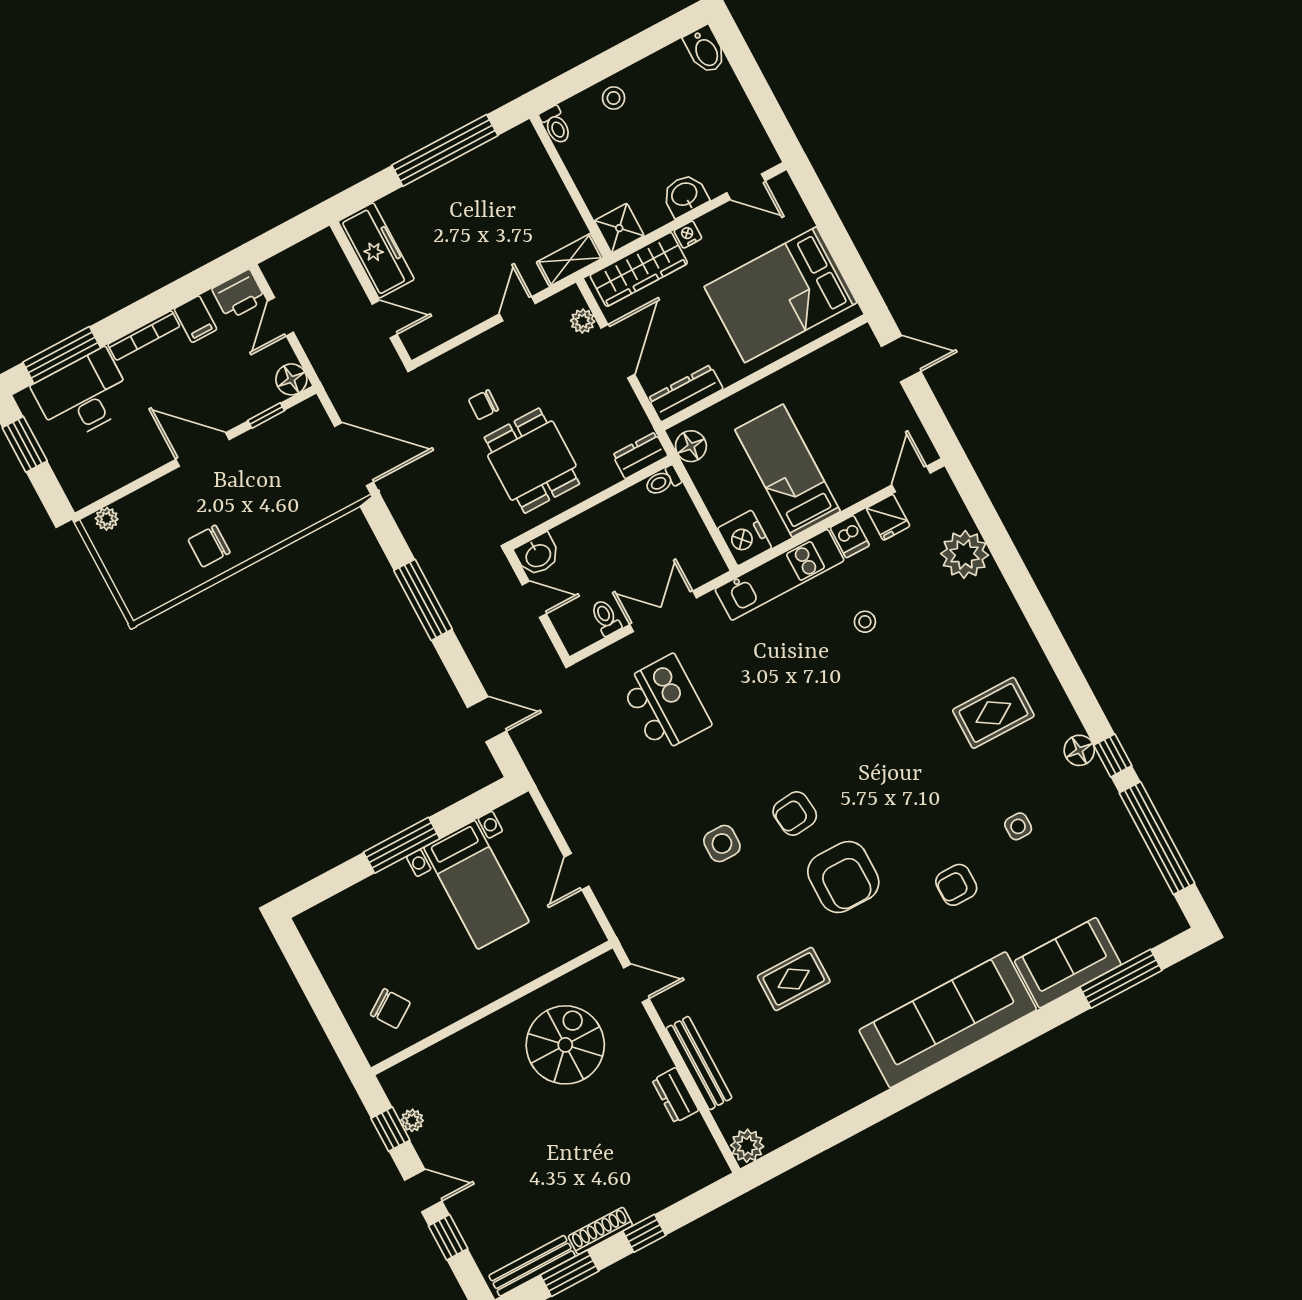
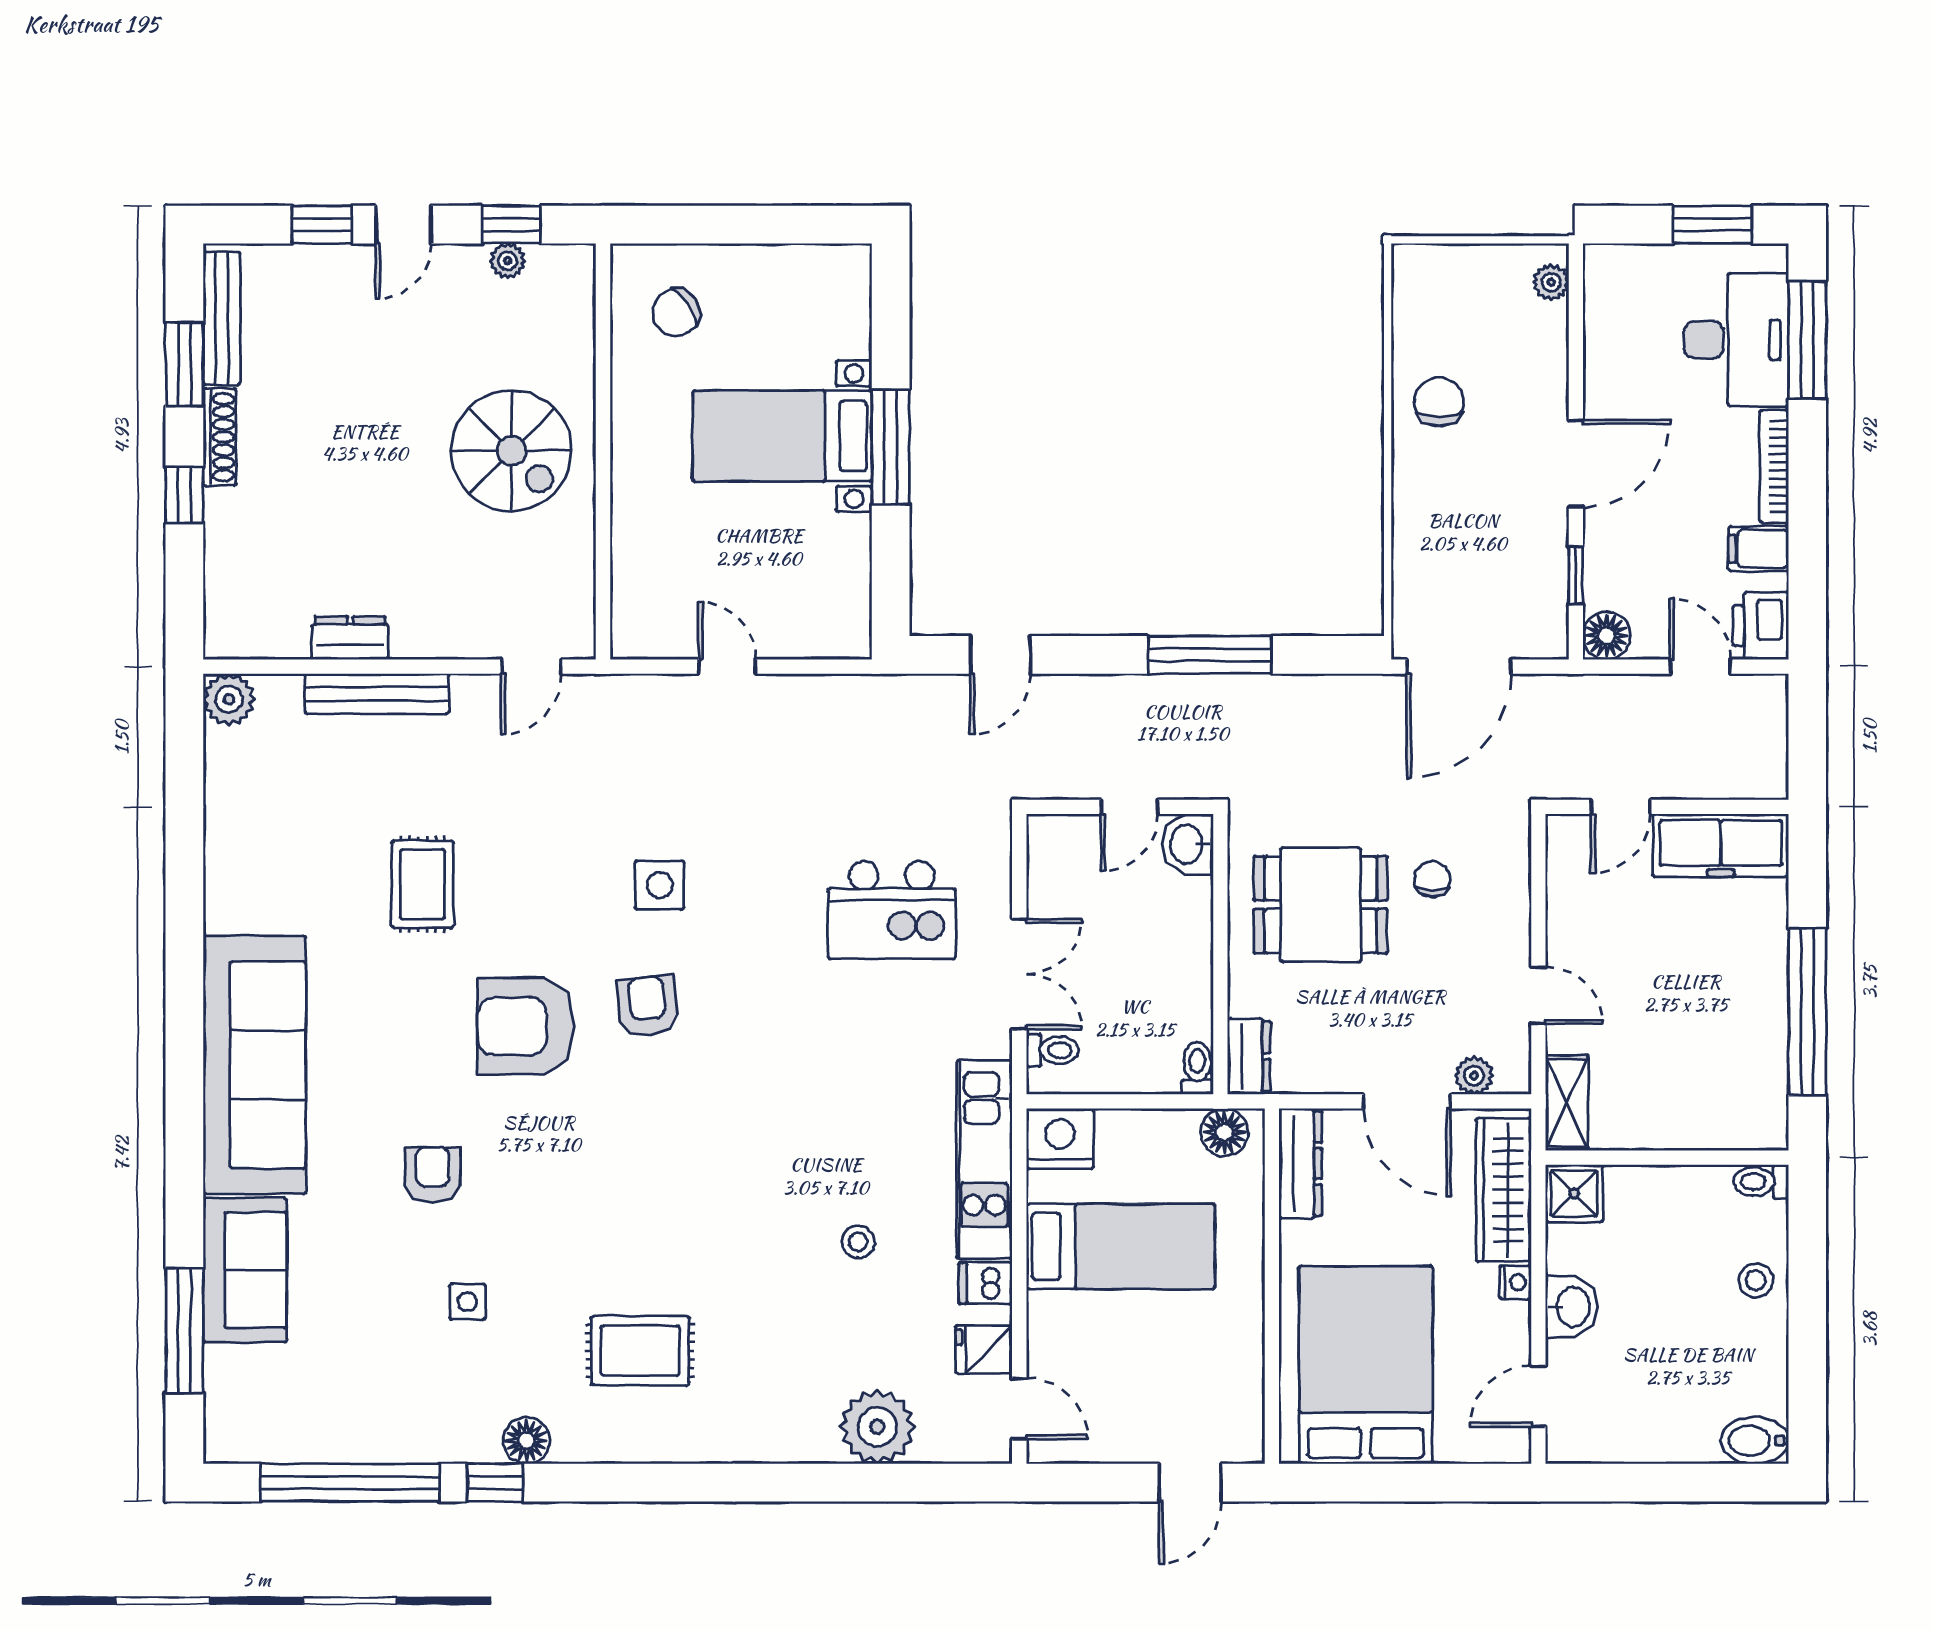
toilet: (606, 618) -> (1052, 1050), moved
rug: (993, 713) -> (640, 1351), turned 90
bed with nightstands: (476, 885) -> (782, 436), moved
spiral stairs: (565, 1045) -> (512, 451), moved

